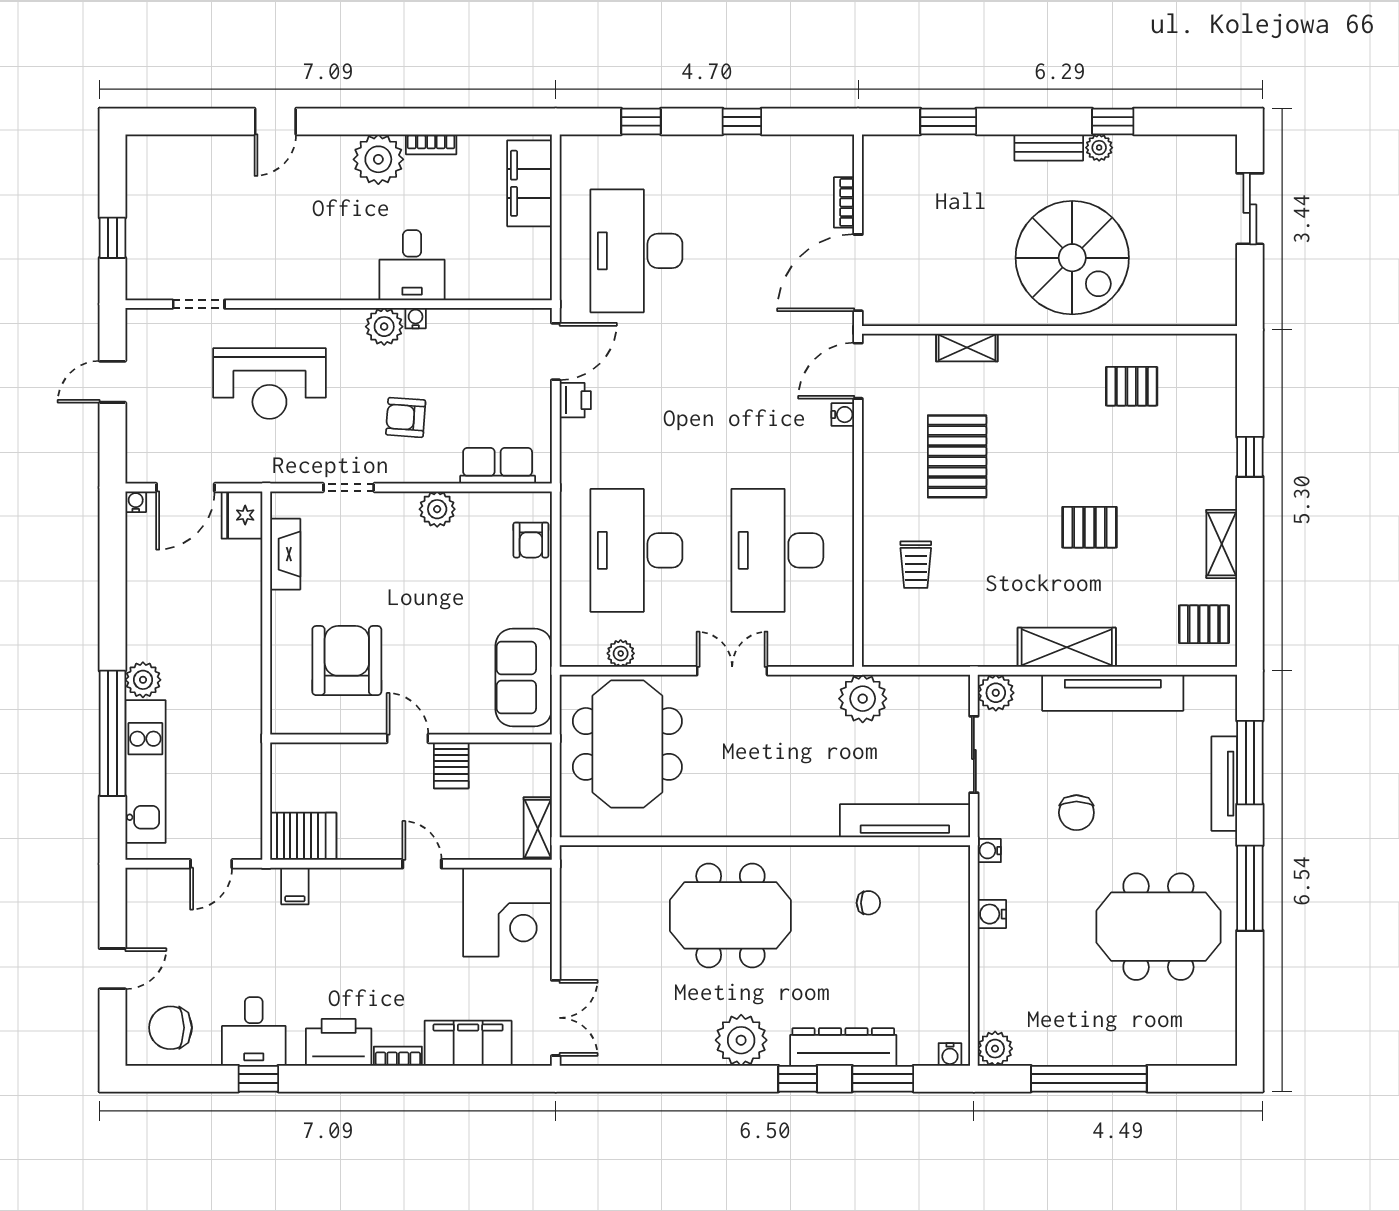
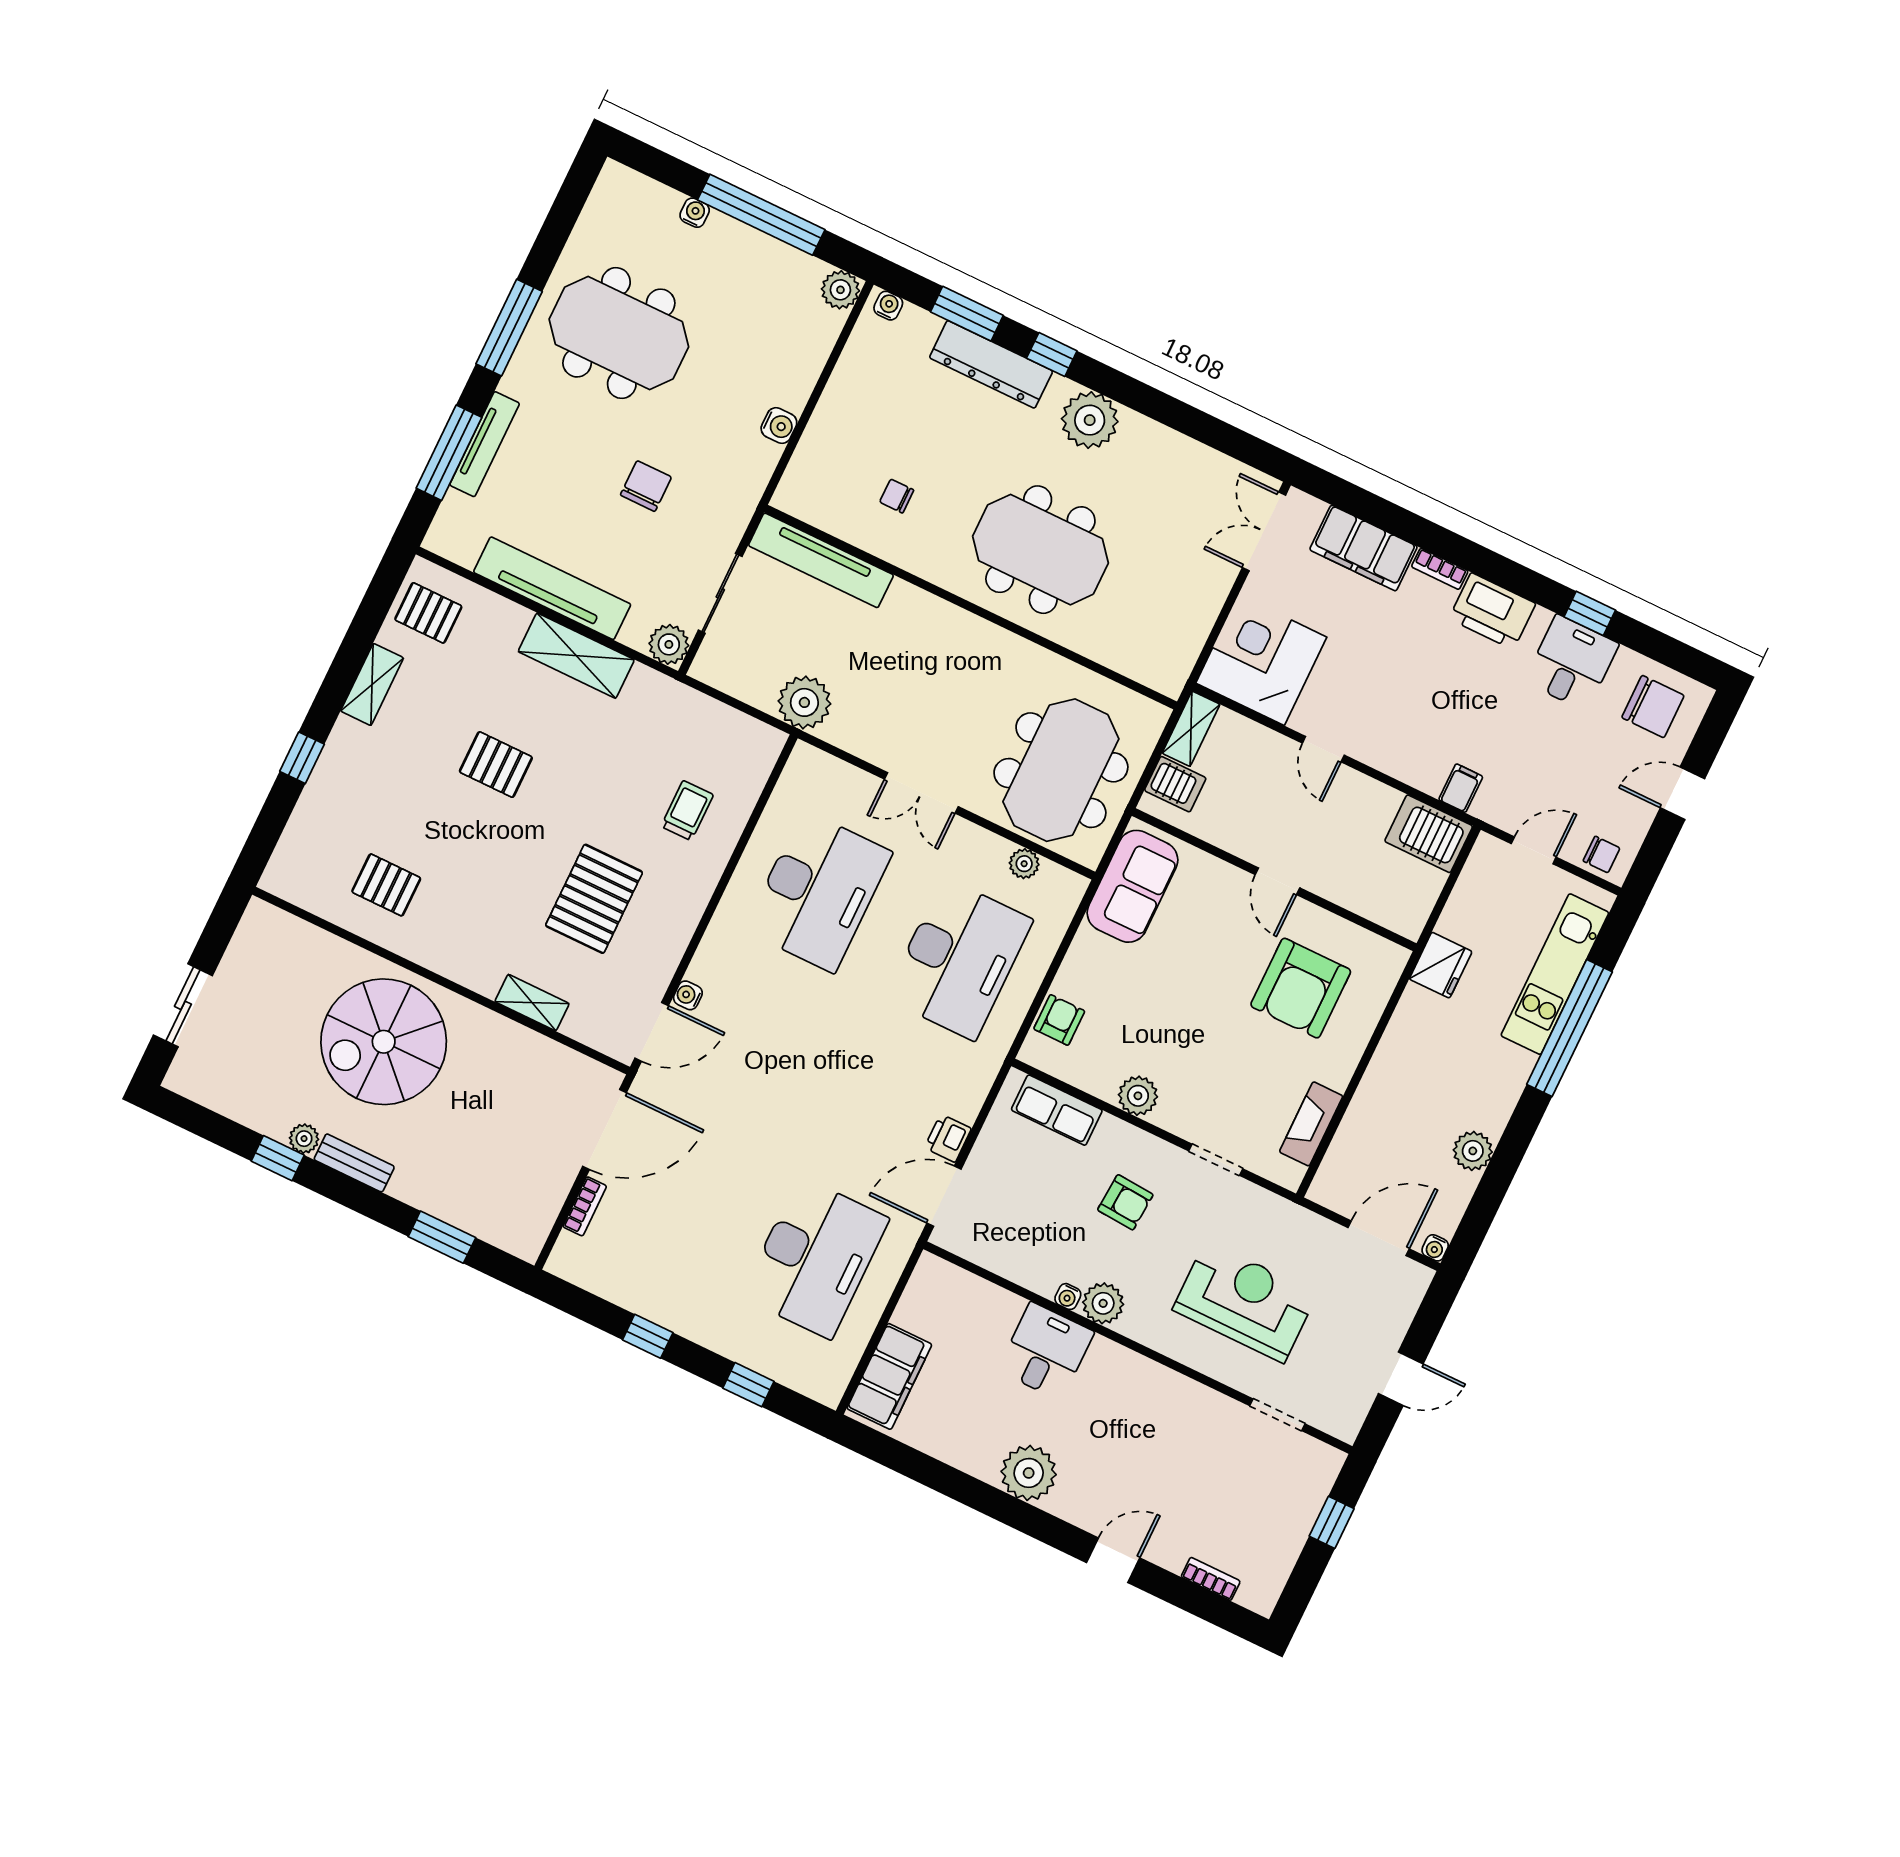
bookcase: (431, 144) -> (1211, 1579), moved
spiral stairs: (1072, 258) -> (384, 1042), turned -90
fridge: (242, 515) -> (1441, 965), moved
plant: (143, 680) -> (1473, 1151), moved
server rack: (451, 765) -> (1175, 784), moved, turned 90
water cooler: (989, 851) -> (695, 213), moved, turned -90
chair: (154, 887) -> (1602, 854), added

